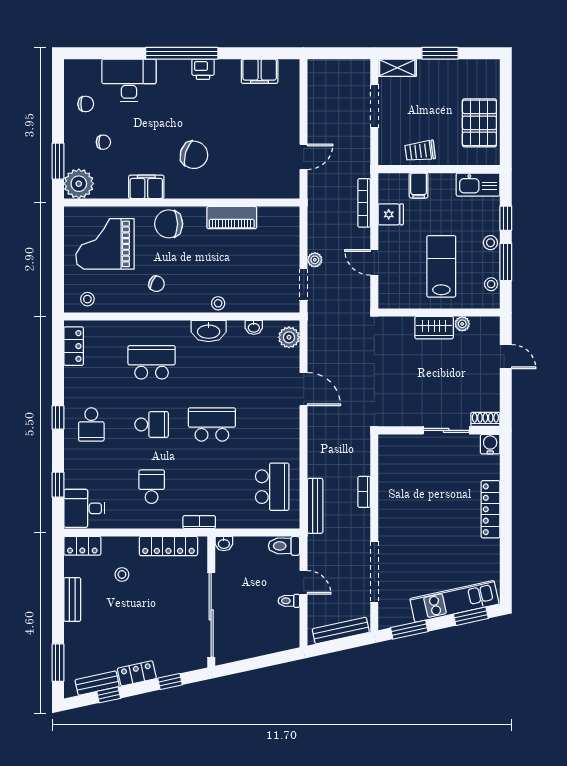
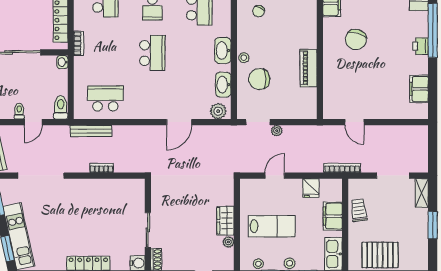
filing cabinet: (419, 186) -> (333, 216), width x2.00
bookcase: (364, 203) -> (342, 168), moved
chair: (169, 224) -> (259, 79), moved, turned -92
washbasin: (254, 327) -> (223, 85), width x1.91, depth x1.45
school desk: (272, 487) -> (105, 98), turned 180

